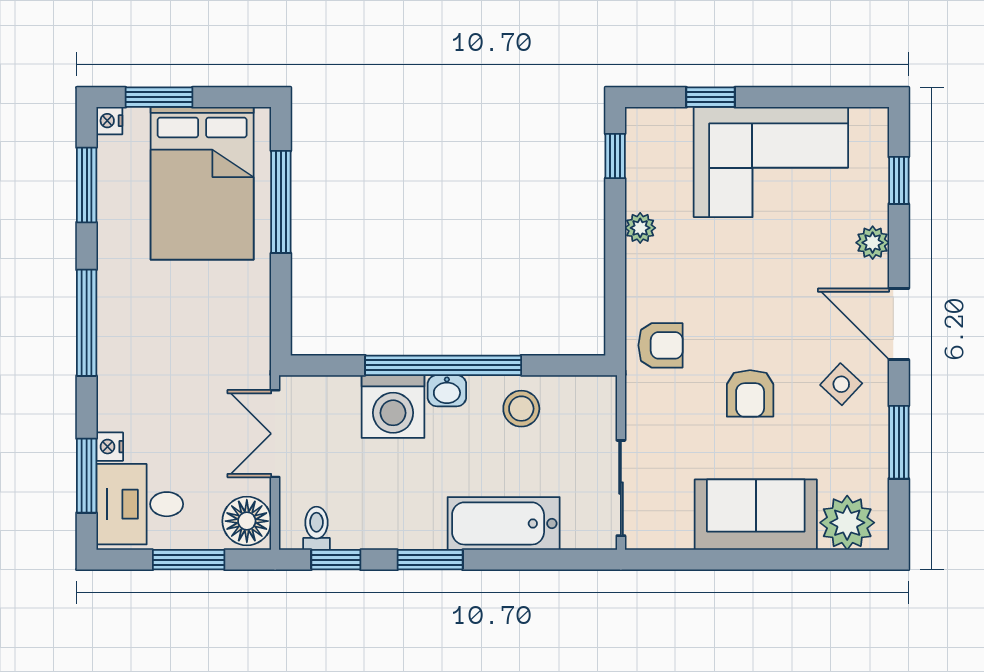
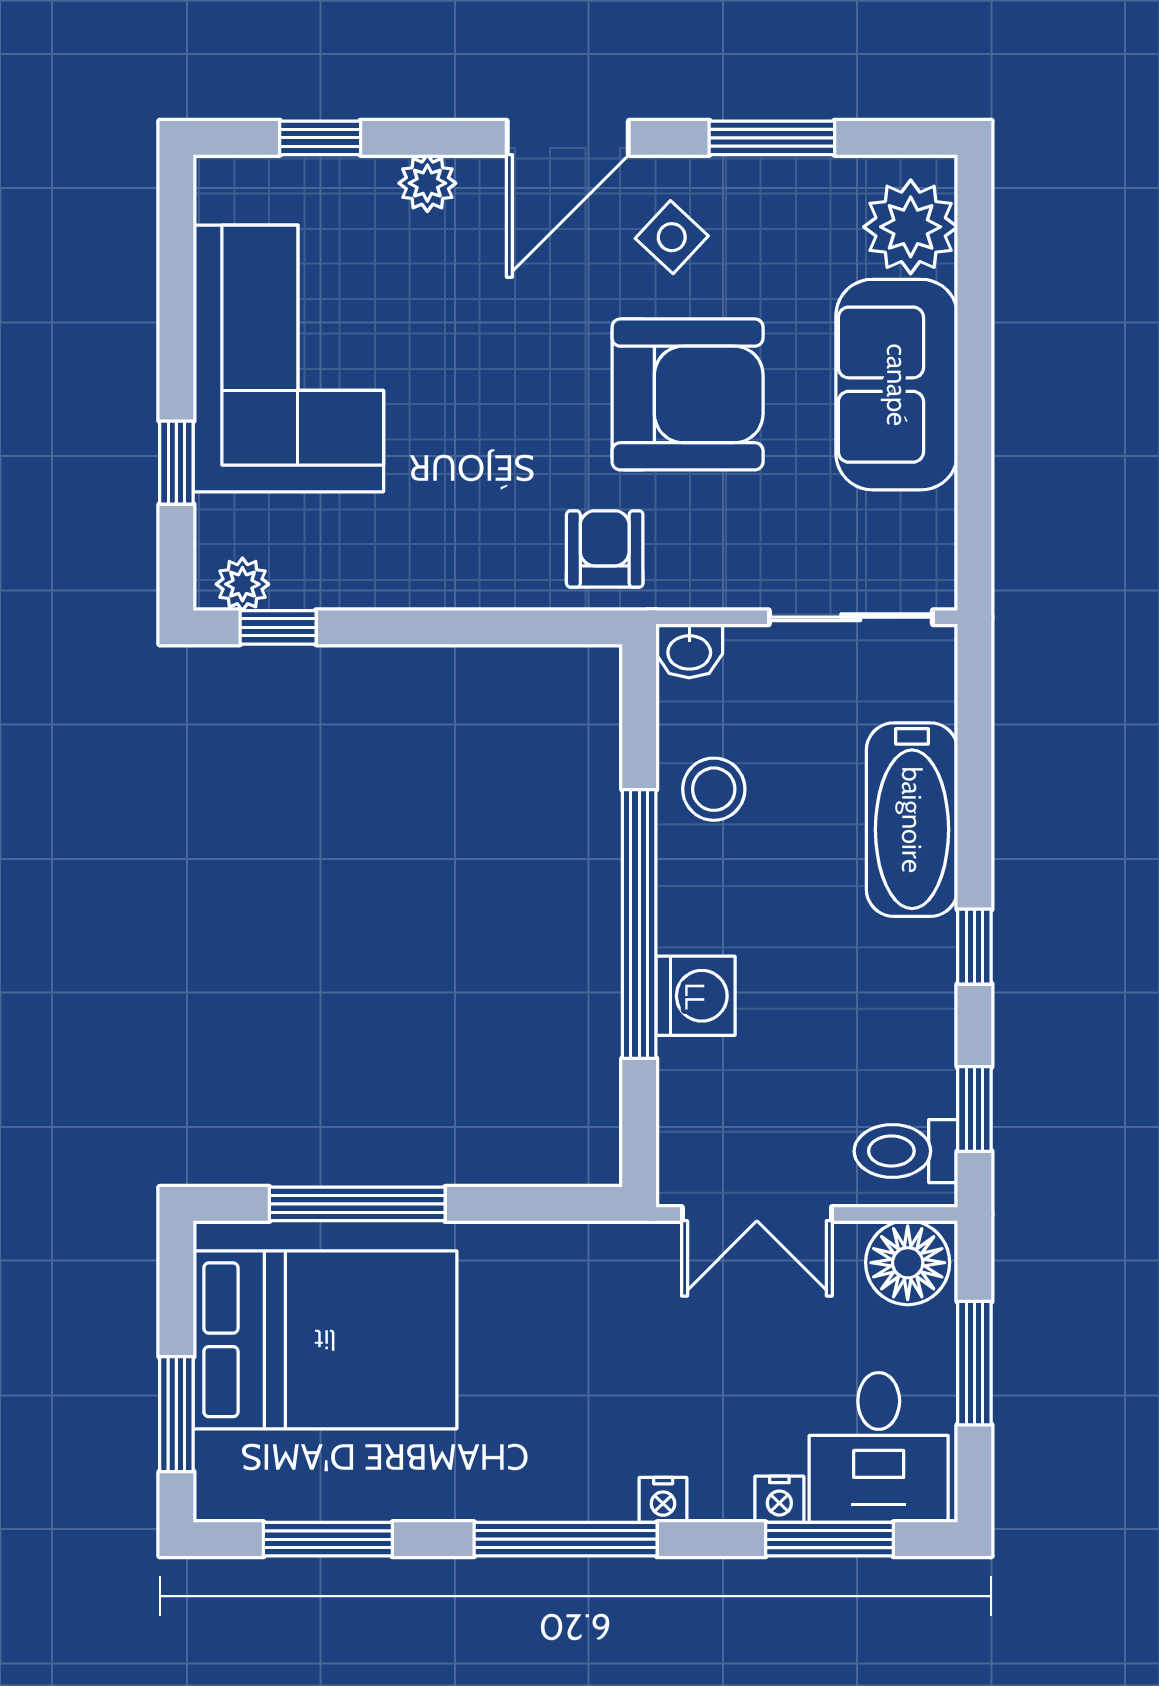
nightstand: (109, 121) -> (663, 1500), moved
plant: (640, 228) -> (242, 584), moved
washbasin: (447, 391) -> (689, 651), moved, turned 90
armchair: (750, 393) -> (688, 394), width x1.88, depth x1.88
washing machine: (393, 407) -> (695, 996), width x0.73, depth x0.73
toilet: (316, 528) -> (906, 1151), width x1.37, depth x1.39
window: (430, 560) -> (974, 947), width x0.67

